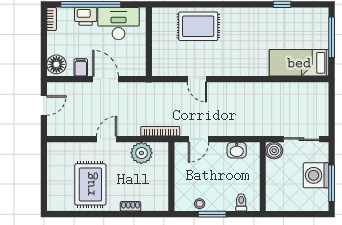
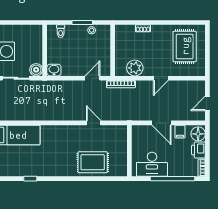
printer: (86, 16) -> (198, 150), moved, turned -90
washbasin: (237, 150) -> (54, 70), moved
rug: (90, 184) -> (185, 46), moved

